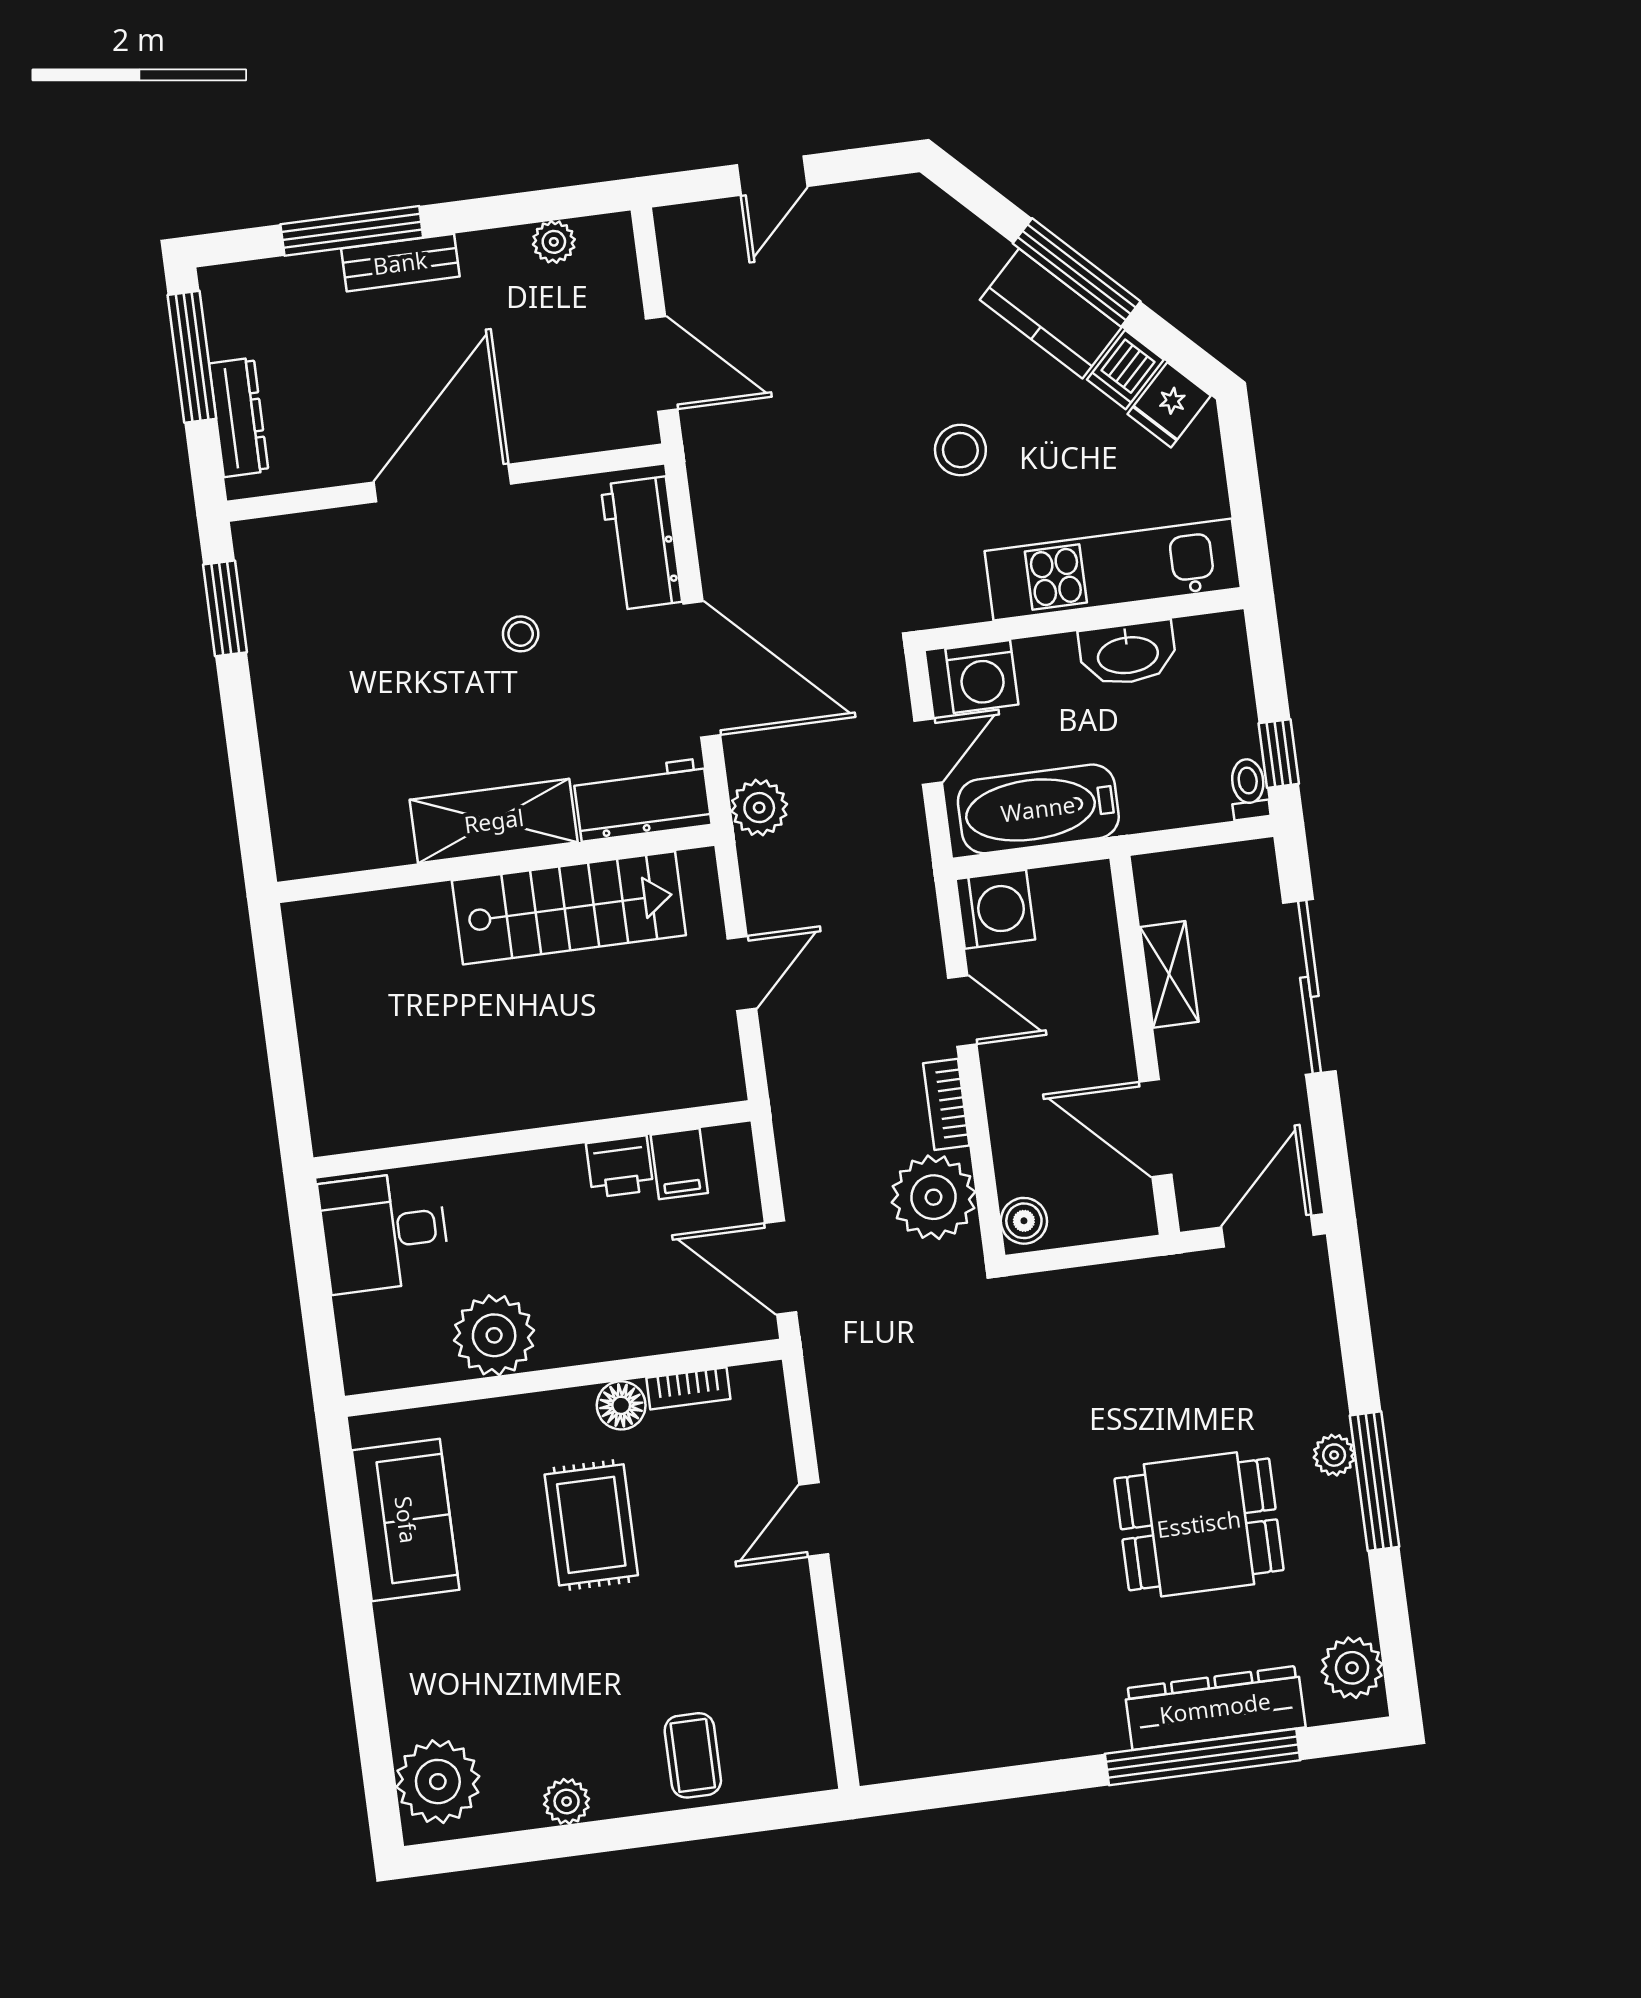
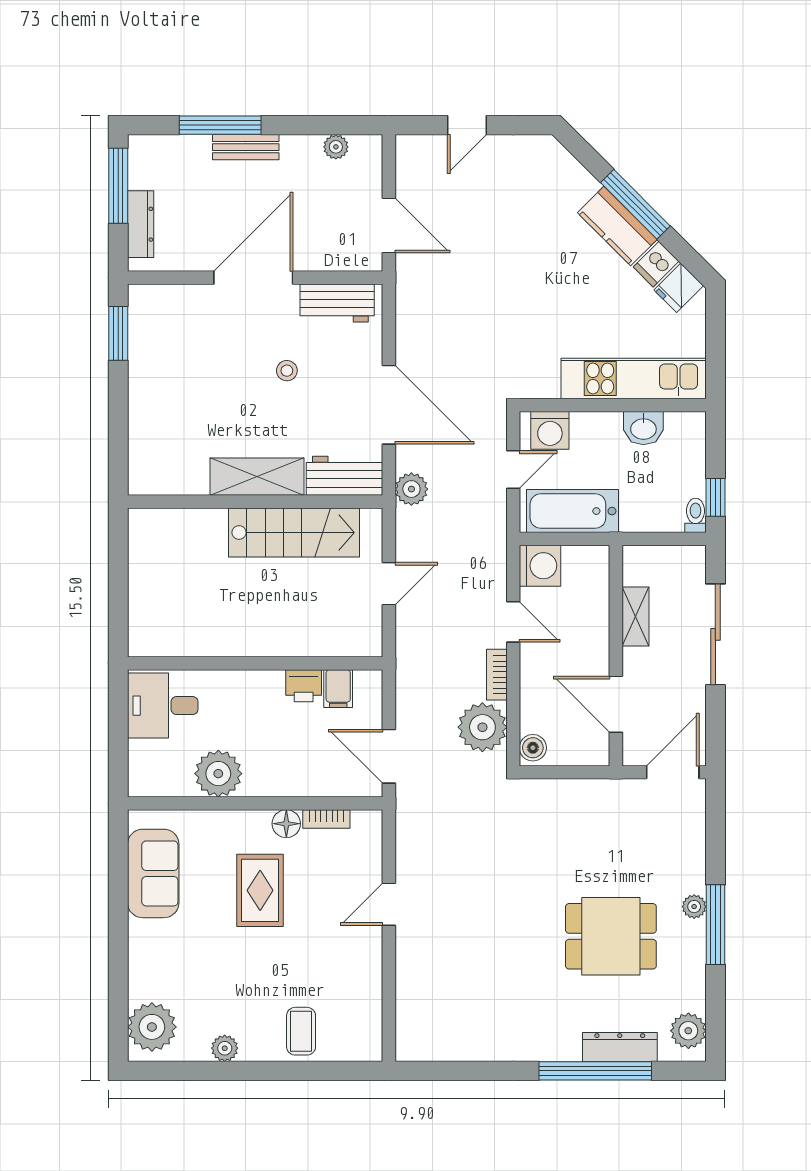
stool: (960, 450) -> (555, 298), removed
workbench: (641, 543) -> (337, 303), moved, turned -90
washbasin: (1128, 653) -> (643, 428), width x0.72
dresser: (1215, 1708) -> (620, 1047), width x0.73, depth x0.80

